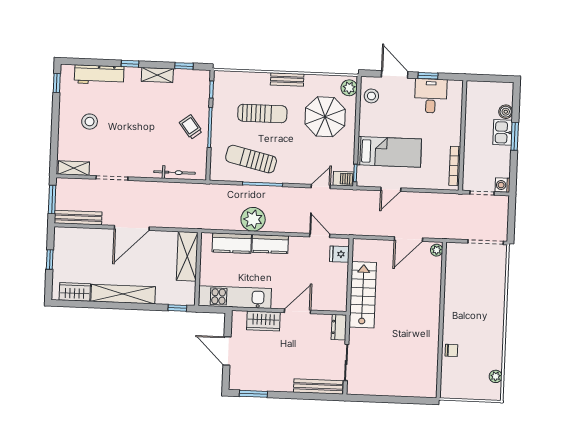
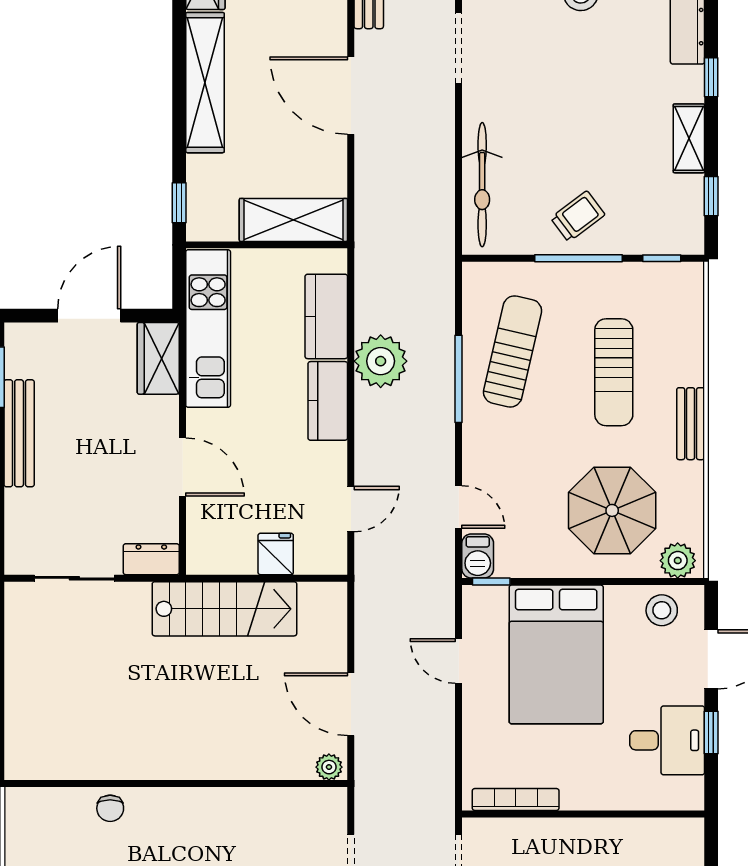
bed: (389, 152) -> (556, 654), width x1.50
bicycle: (175, 172) -> (482, 185), width x1.37, depth x1.40
fridge: (339, 254) -> (276, 554), moved
wardrobe: (263, 321) -> (158, 358), moved
bench: (318, 387) -> (19, 433), moved

